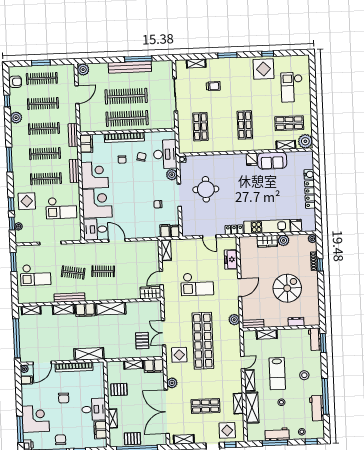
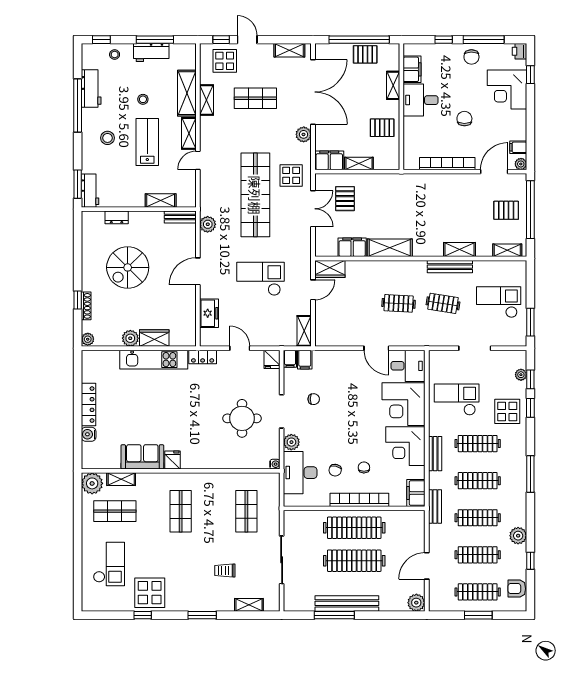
fridge: (296, 226) -> (272, 359), moved
filing cabinet: (85, 310) -> (352, 247), moved
pallet: (33, 337) -> (506, 210), added
shelving: (89, 354) -> (424, 182), removed
window: (20, 429) -> (530, 75), width x0.46

